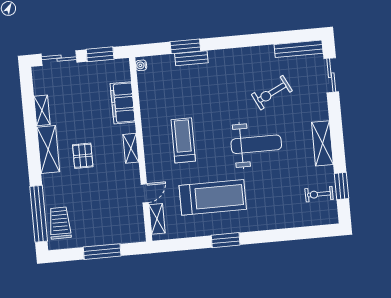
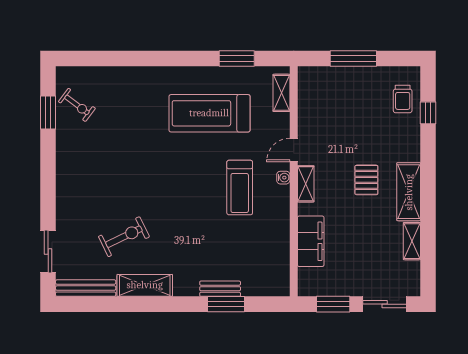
water cooler: (141, 65) -> (283, 178), moved
shelving: (322, 143) -> (145, 285), moved, turned 90
weight bench: (256, 144) -> (149, 174), removed
door: (145, 193) -> (294, 150), moved
exercise bike: (319, 194) -> (77, 105), turned 37
window: (39, 214) -> (428, 113), width x0.32
trolley: (60, 223) -> (403, 99), width x0.73, depth x0.72
window: (226, 240) -> (237, 59), moved

